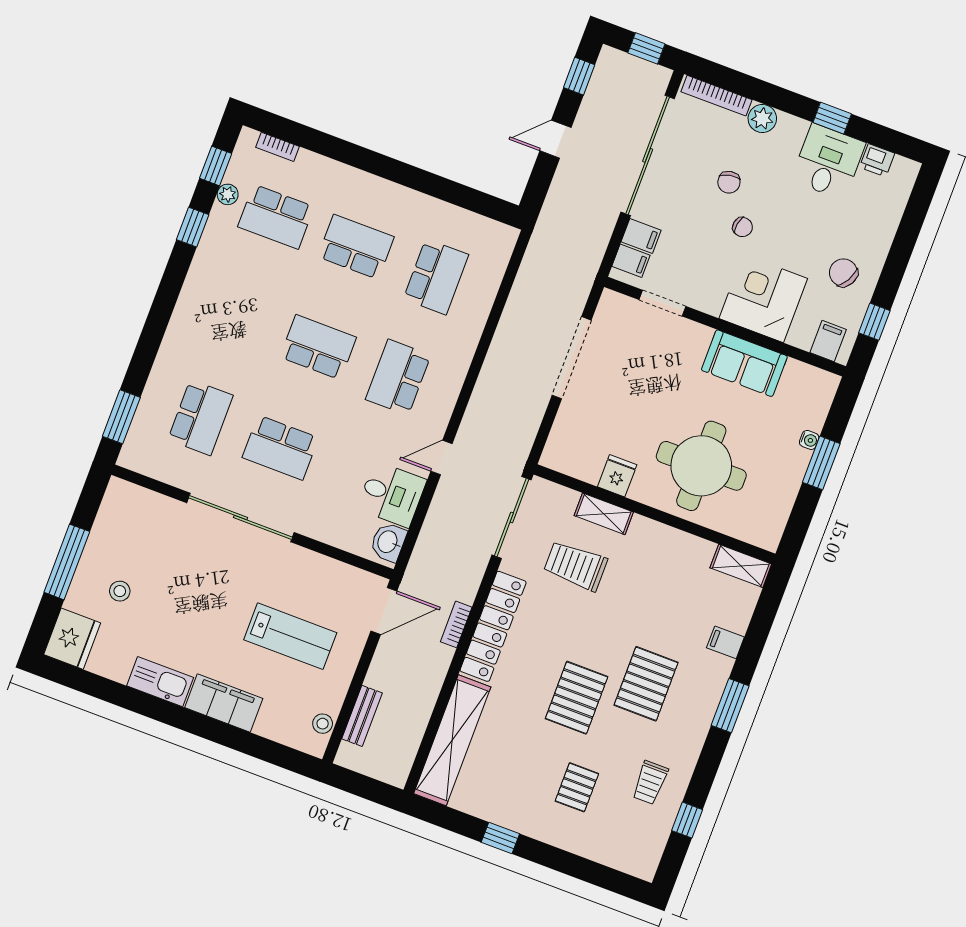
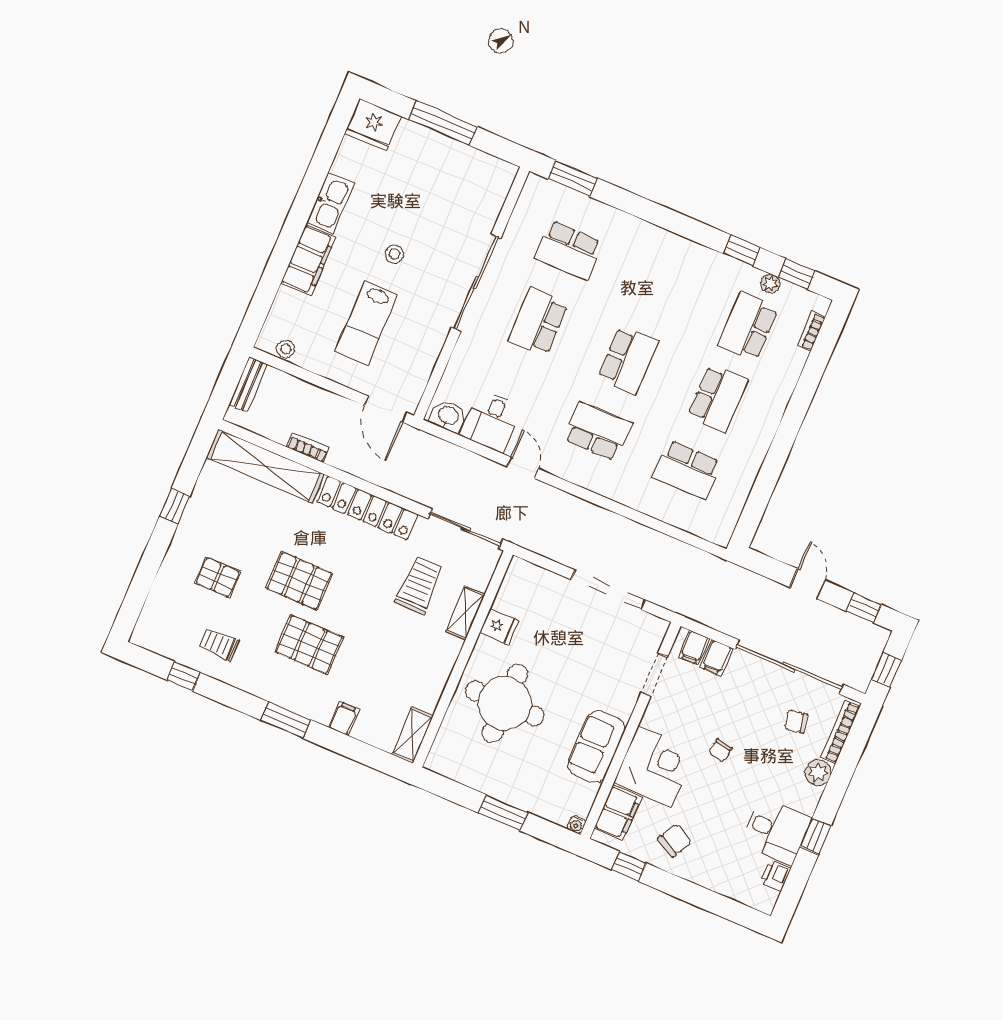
chair: (729, 182) -> (796, 722), moved
filing cabinet: (828, 341) -> (618, 813), width x2.00
water cooler: (809, 440) -> (576, 825), moved
stool: (120, 591) -> (394, 254), moved
bookcase: (456, 624) -> (308, 448), moved
bench: (362, 716) -> (248, 384), moved, turned 90

